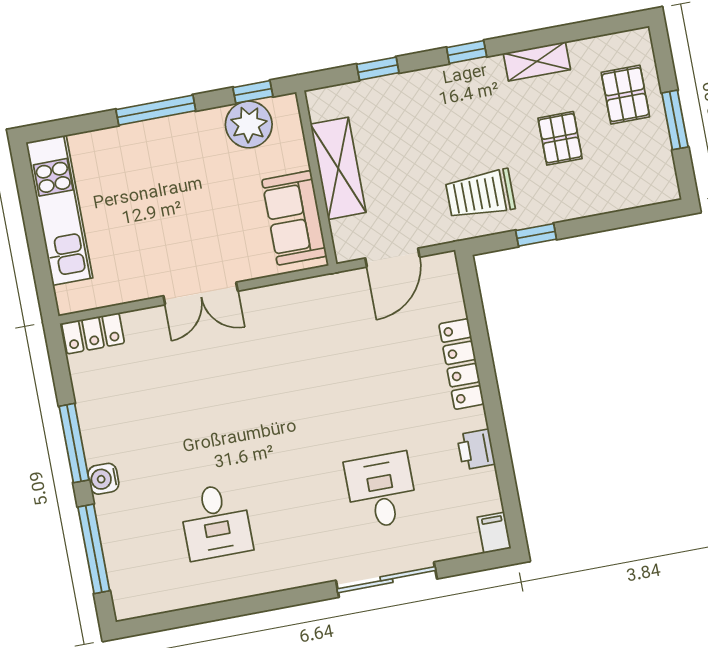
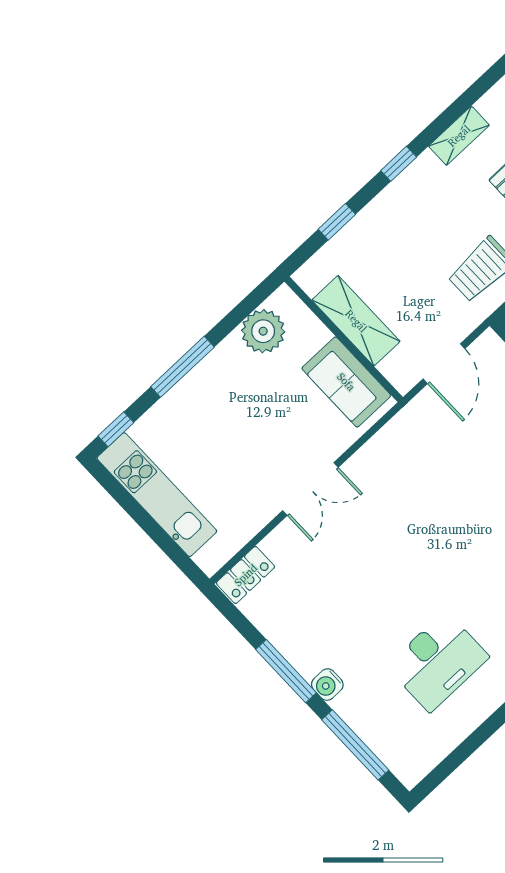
window: (253, 92) -> (116, 429), moved
desk: (216, 522) -> (438, 662), width x1.37

